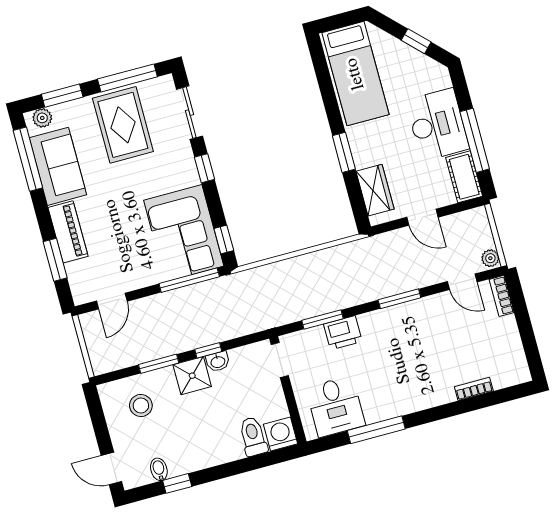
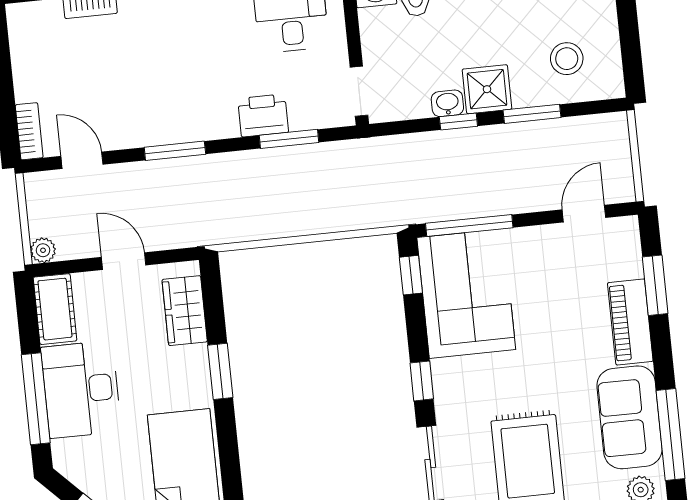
window: (475, 140) -> (36, 399), moved
plant: (490, 258) -> (43, 250), moved

